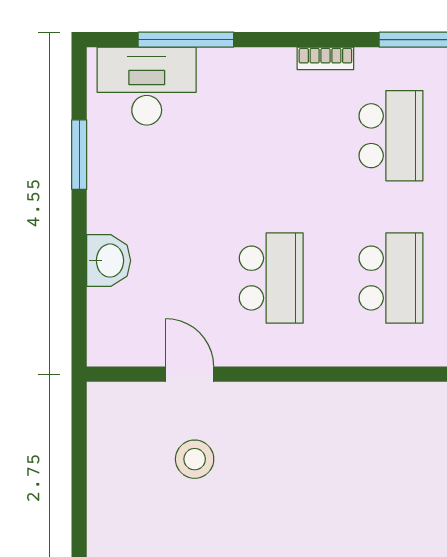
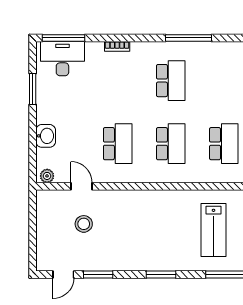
window: (186, 40) -> (64, 38), moved
bookcase: (325, 58) -> (117, 46), moved
plant: (112, 351) -> (47, 176), added

